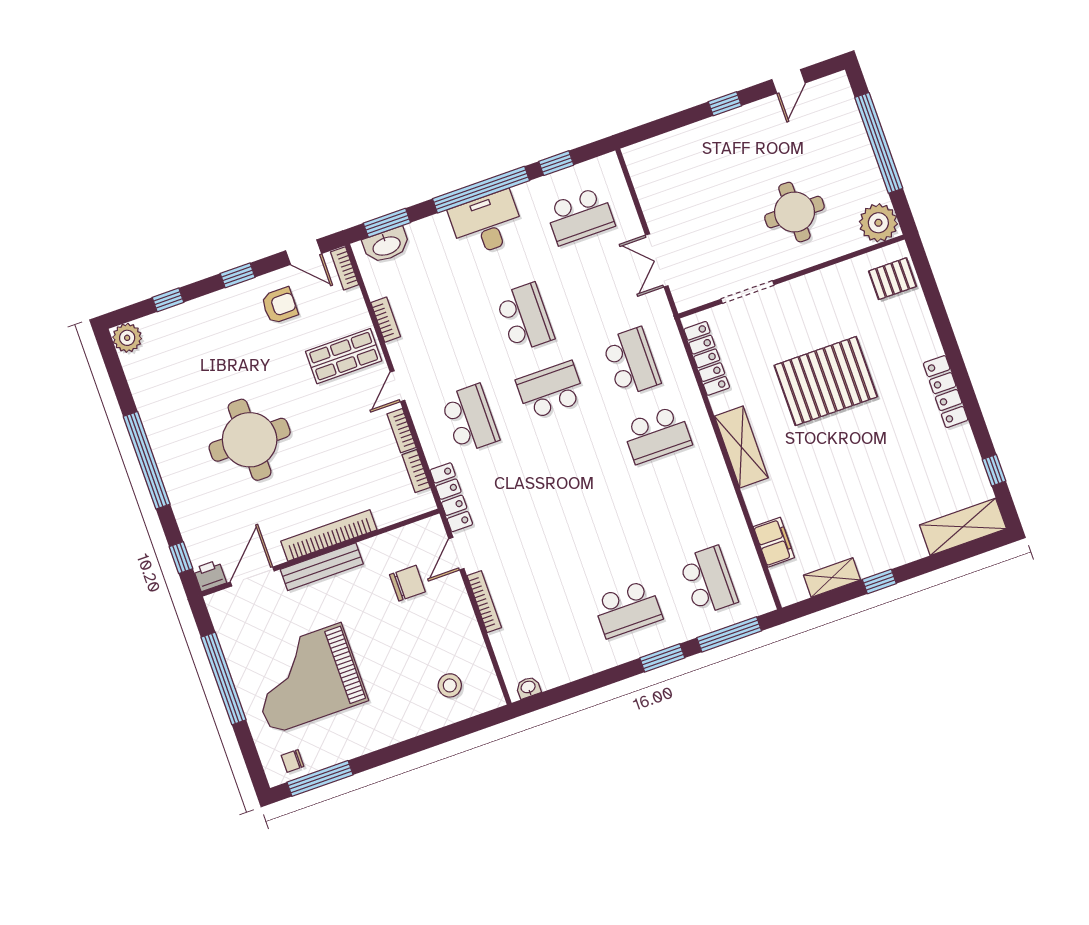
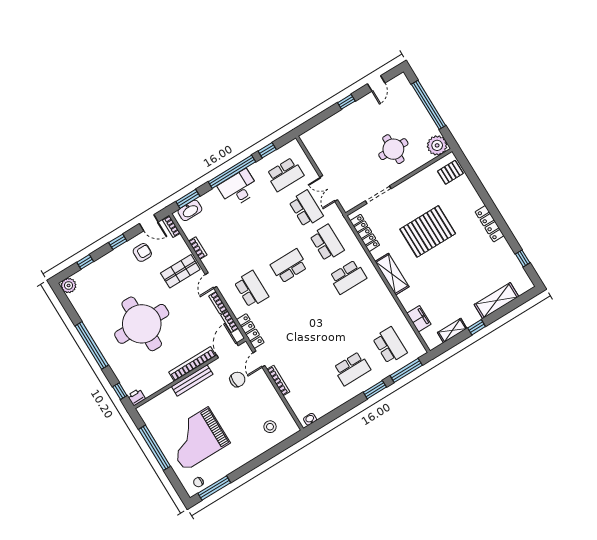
school desk: (525, 317) -> (306, 209), moved
round table: (250, 440) -> (142, 324), width x1.36, depth x1.36
shelving: (963, 527) -> (496, 301), moved
door: (252, 577) -> (228, 350), moved

